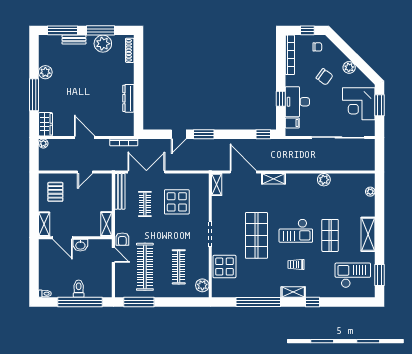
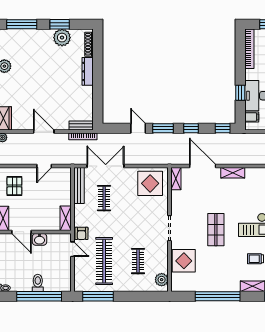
window: (100, 30) -> (60, 24), width x0.69
bench: (74, 40) -> (81, 125), moved
dresser: (128, 98) -> (88, 71), moved
door: (179, 134) -> (138, 128), swing flipped
window: (232, 134) -> (191, 128), added
display table: (177, 202) -> (150, 183), moved
shop shelf: (256, 235) -> (216, 230), width x0.70, depth x0.74
clothes rail: (179, 267) -> (138, 261), width x0.73

